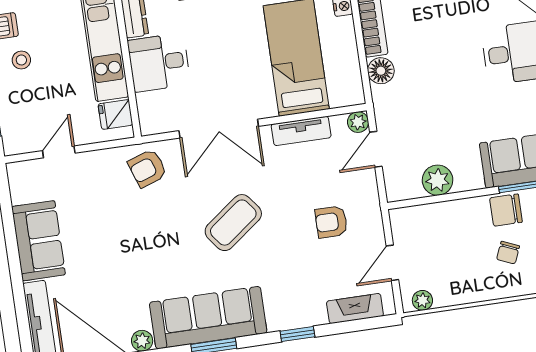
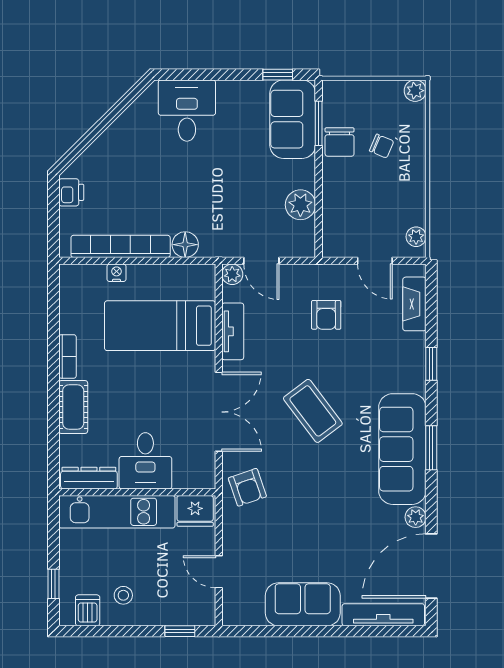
fridge: (115, 114) -> (195, 511), width x1.38

